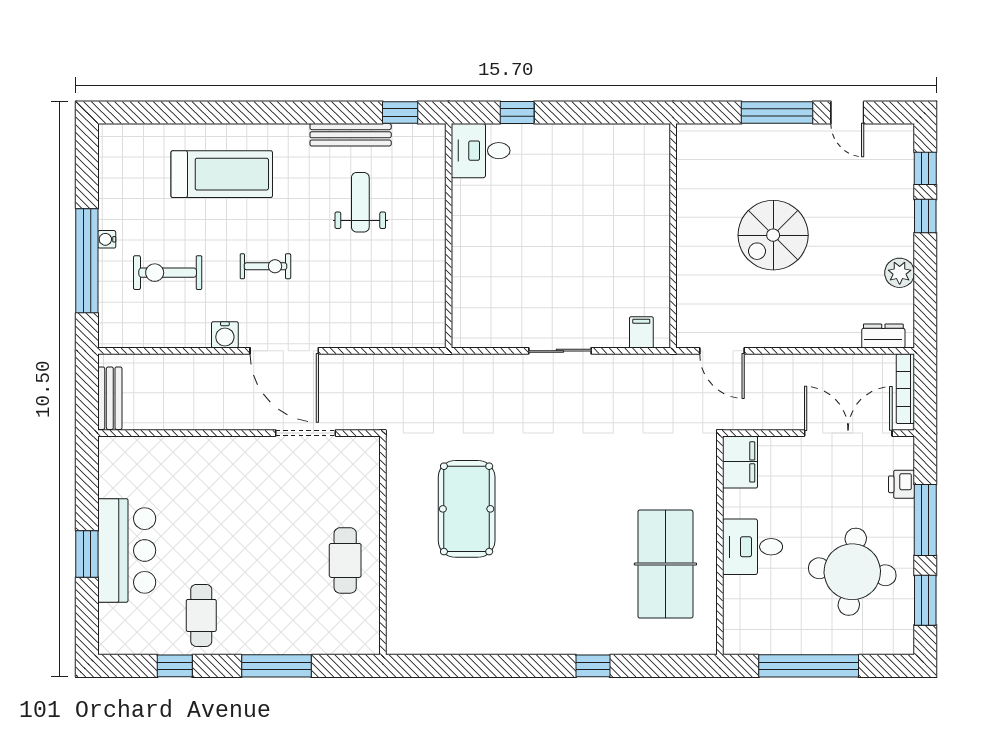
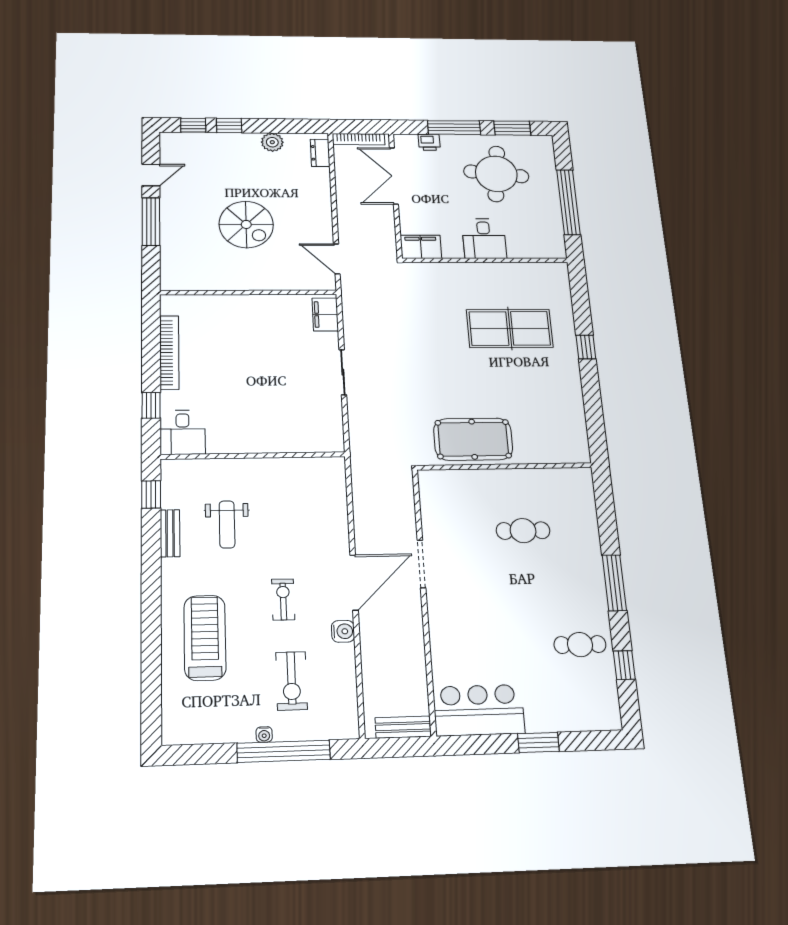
bench: (351, 135) -> (170, 533), width x0.73
bookcase: (589, 135) -> (169, 352), added
weight bench: (360, 202) -> (227, 524), turned -90
filing cabinet: (641, 332) -> (325, 314), width x2.00
door: (722, 351) -> (337, 259), swing flipped
wall: (383, 545) -> (505, 467), moved
bar counter: (127, 550) -> (479, 710), moved
table tennis table: (665, 564) -> (510, 328), moved

